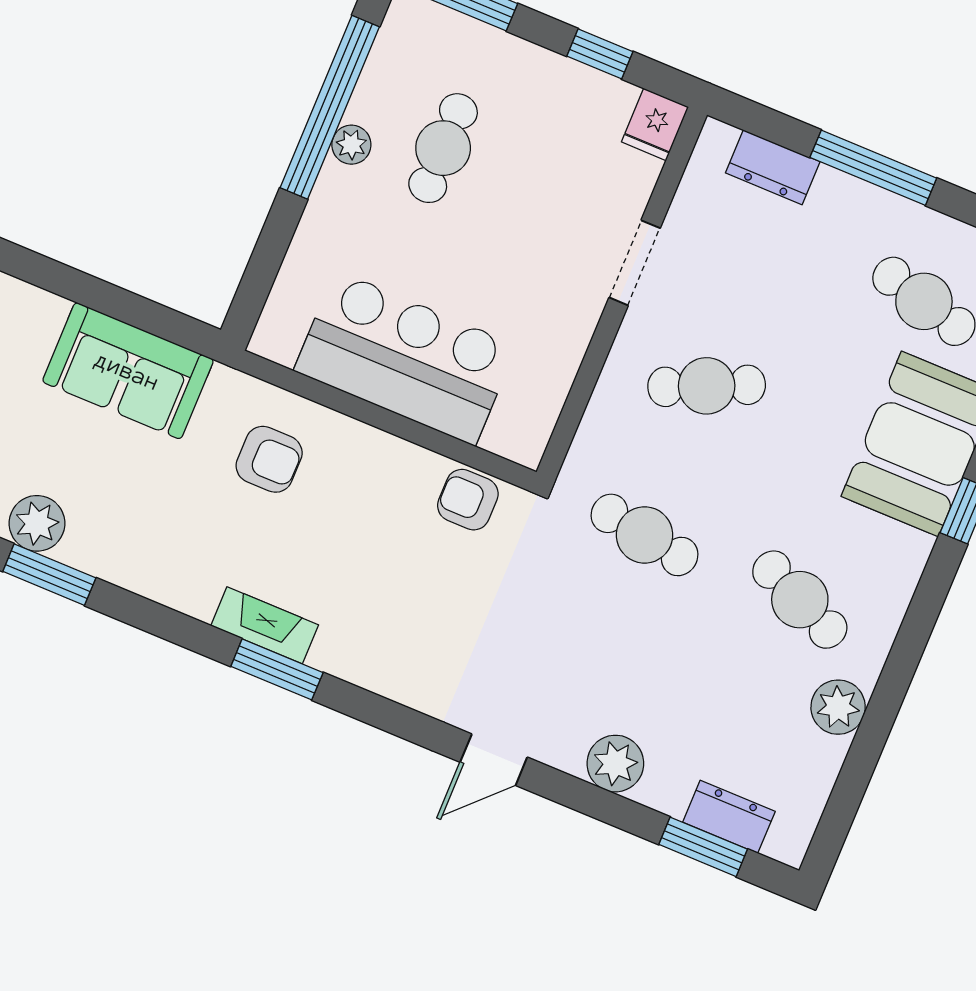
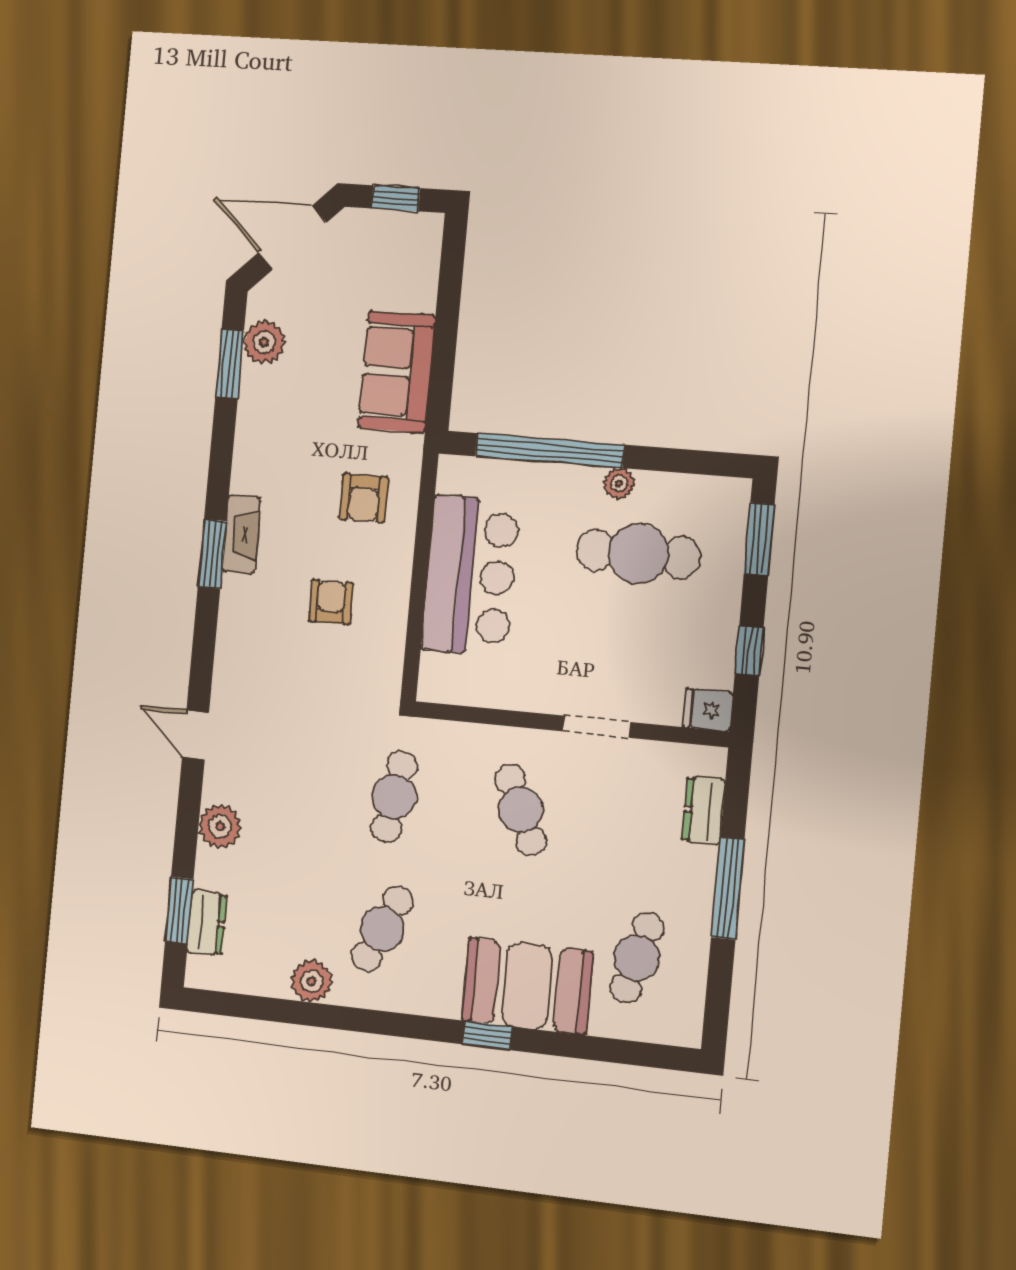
window: (330, 107) -> (549, 451), moved
cafe table: (443, 148) -> (638, 554), width x1.37, depth x1.35
armchair: (468, 500) -> (331, 602), moved

